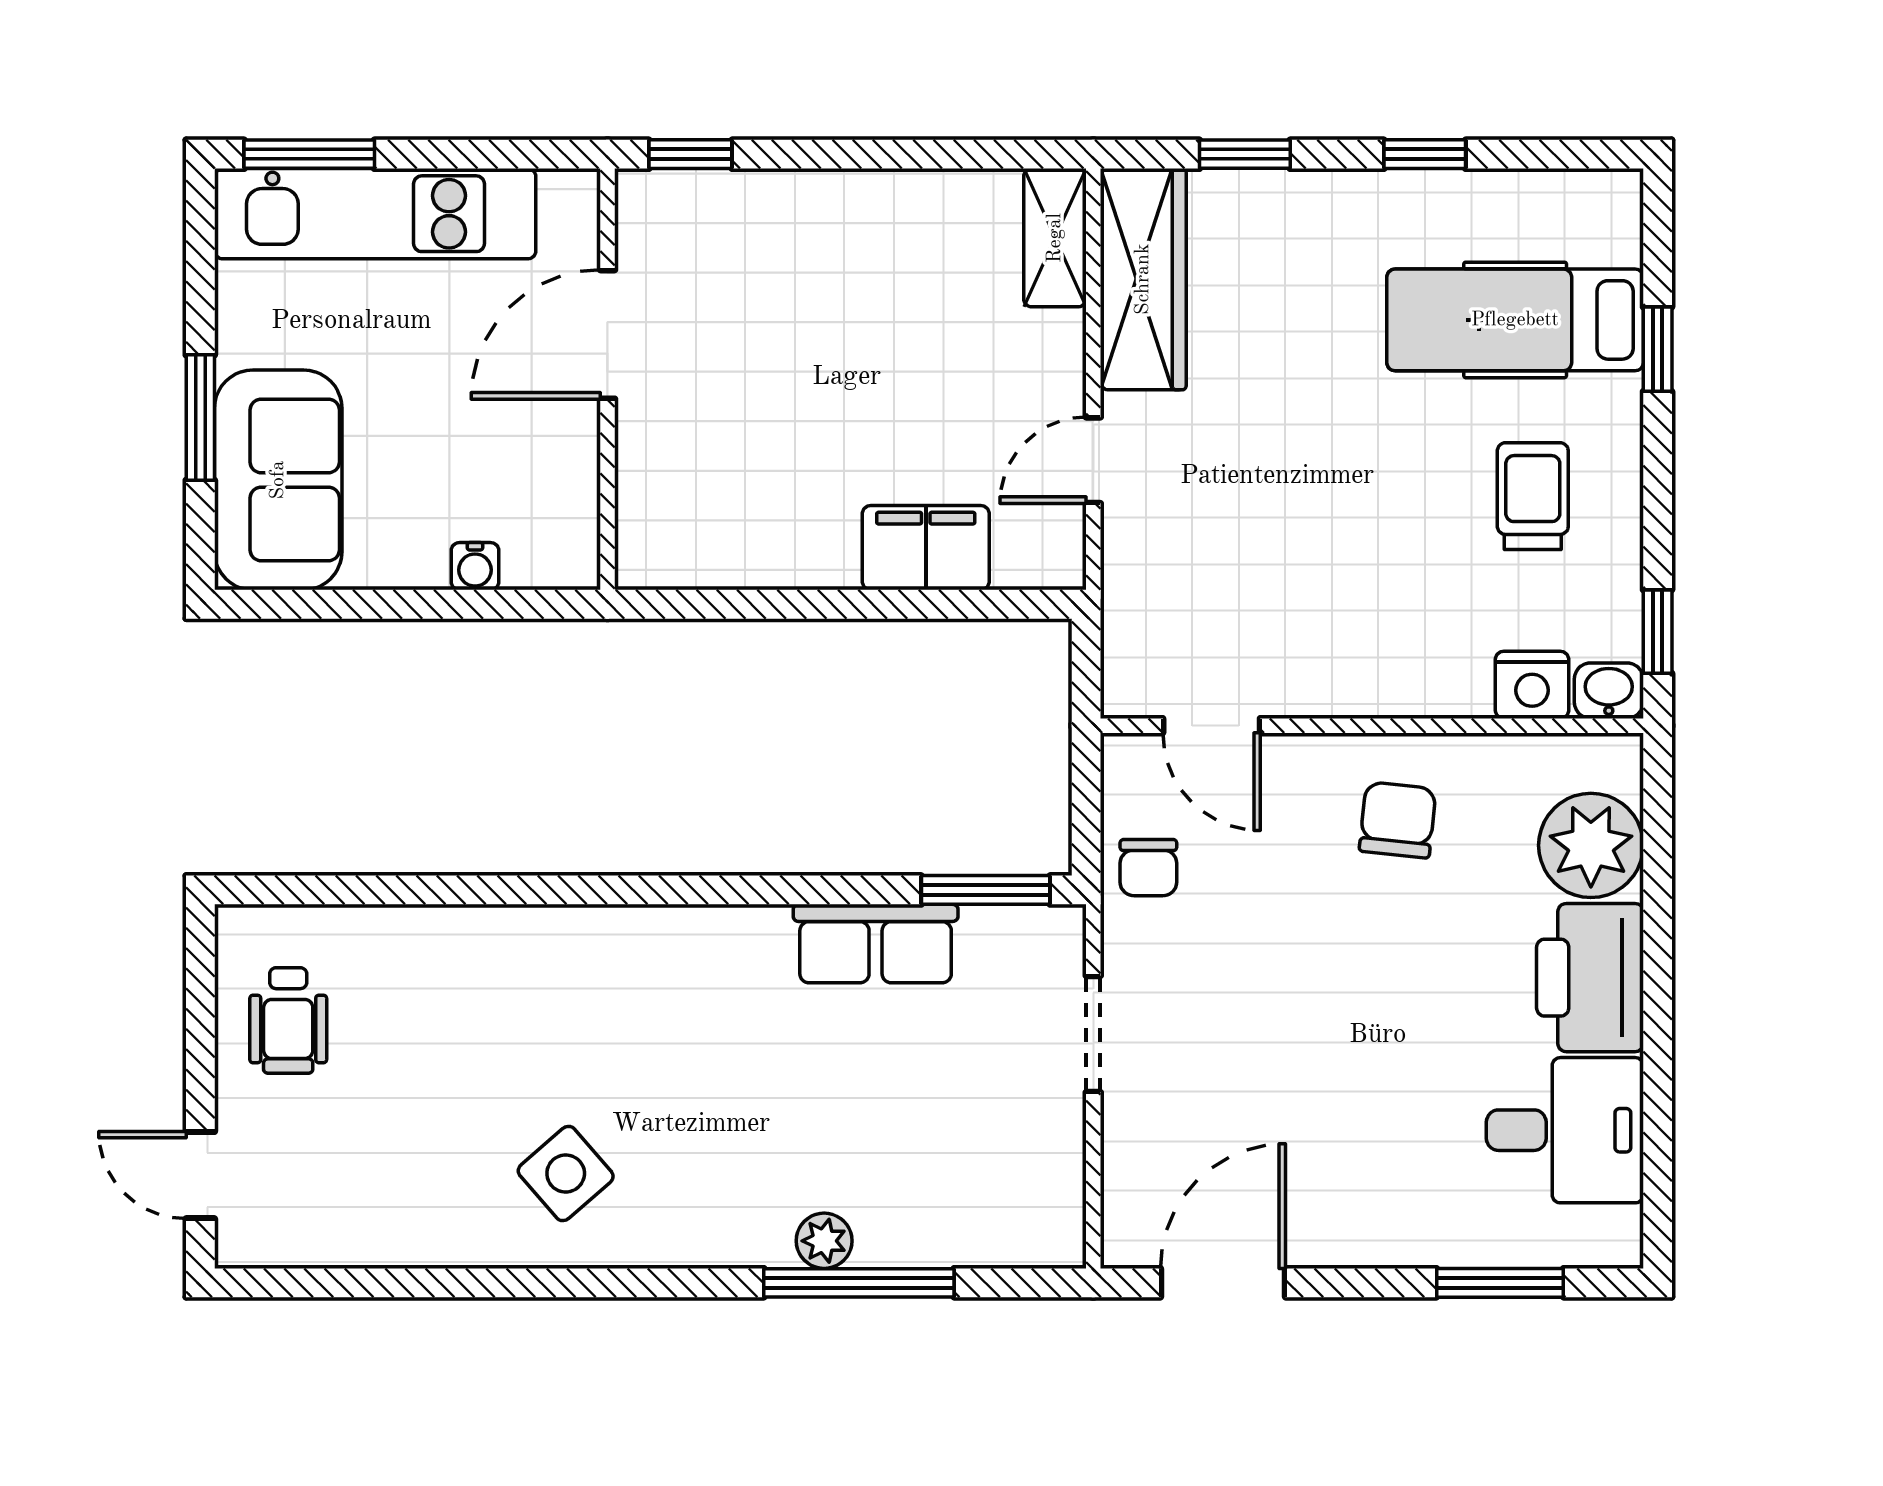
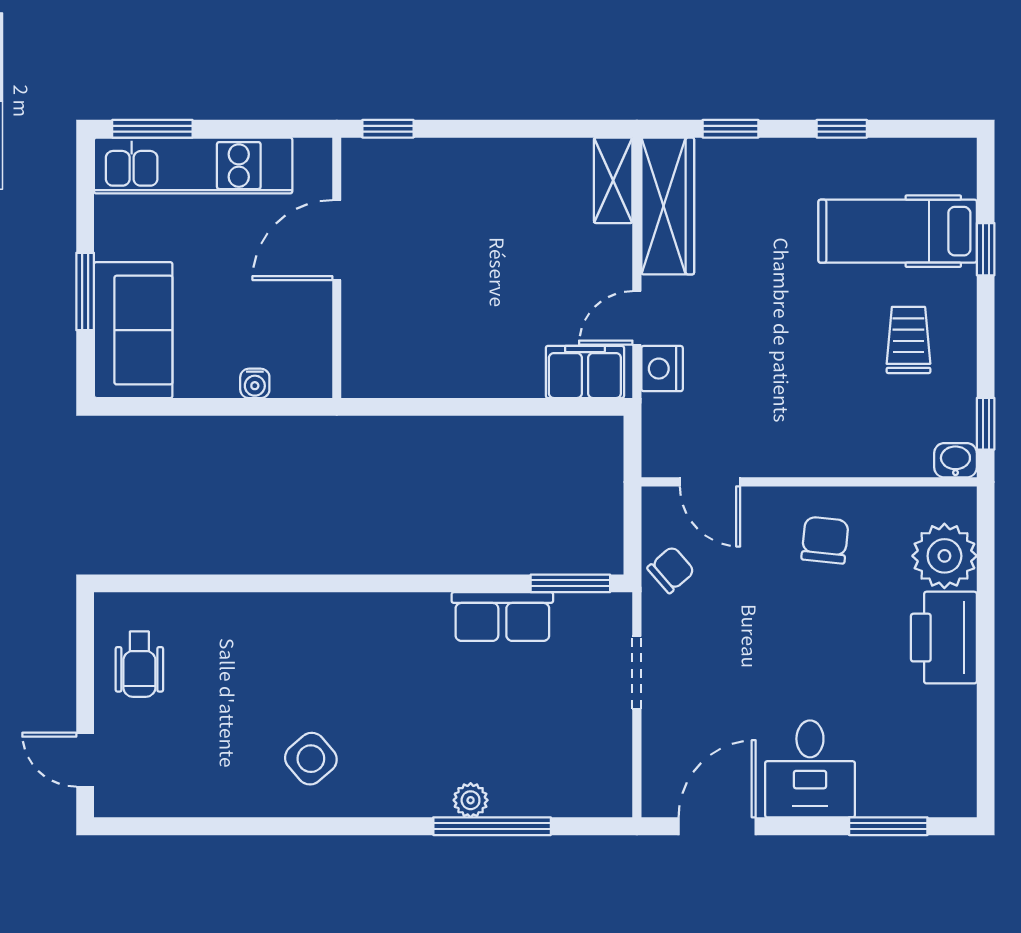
filing cabinet: (926, 548) -> (585, 372), moved
nightstand: (1532, 685) -> (662, 369), moved, turned 90
chair: (1148, 868) -> (671, 570), turned -131
desk: (1565, 1130) -> (810, 769), moved, turned 90

